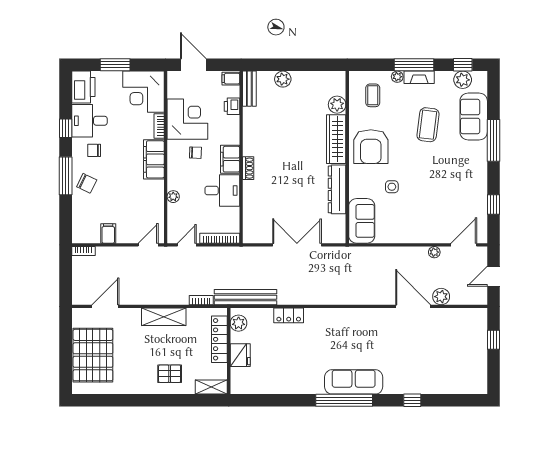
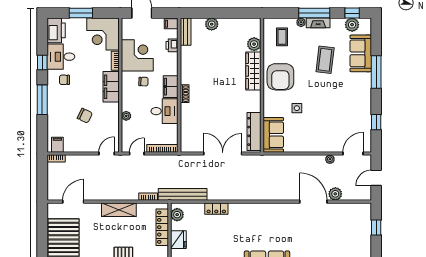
chair: (87, 183) -> (85, 116), moved
dresser: (337, 189) -> (254, 131), moved
filing cabinet: (108, 234) -> (57, 145), moved

